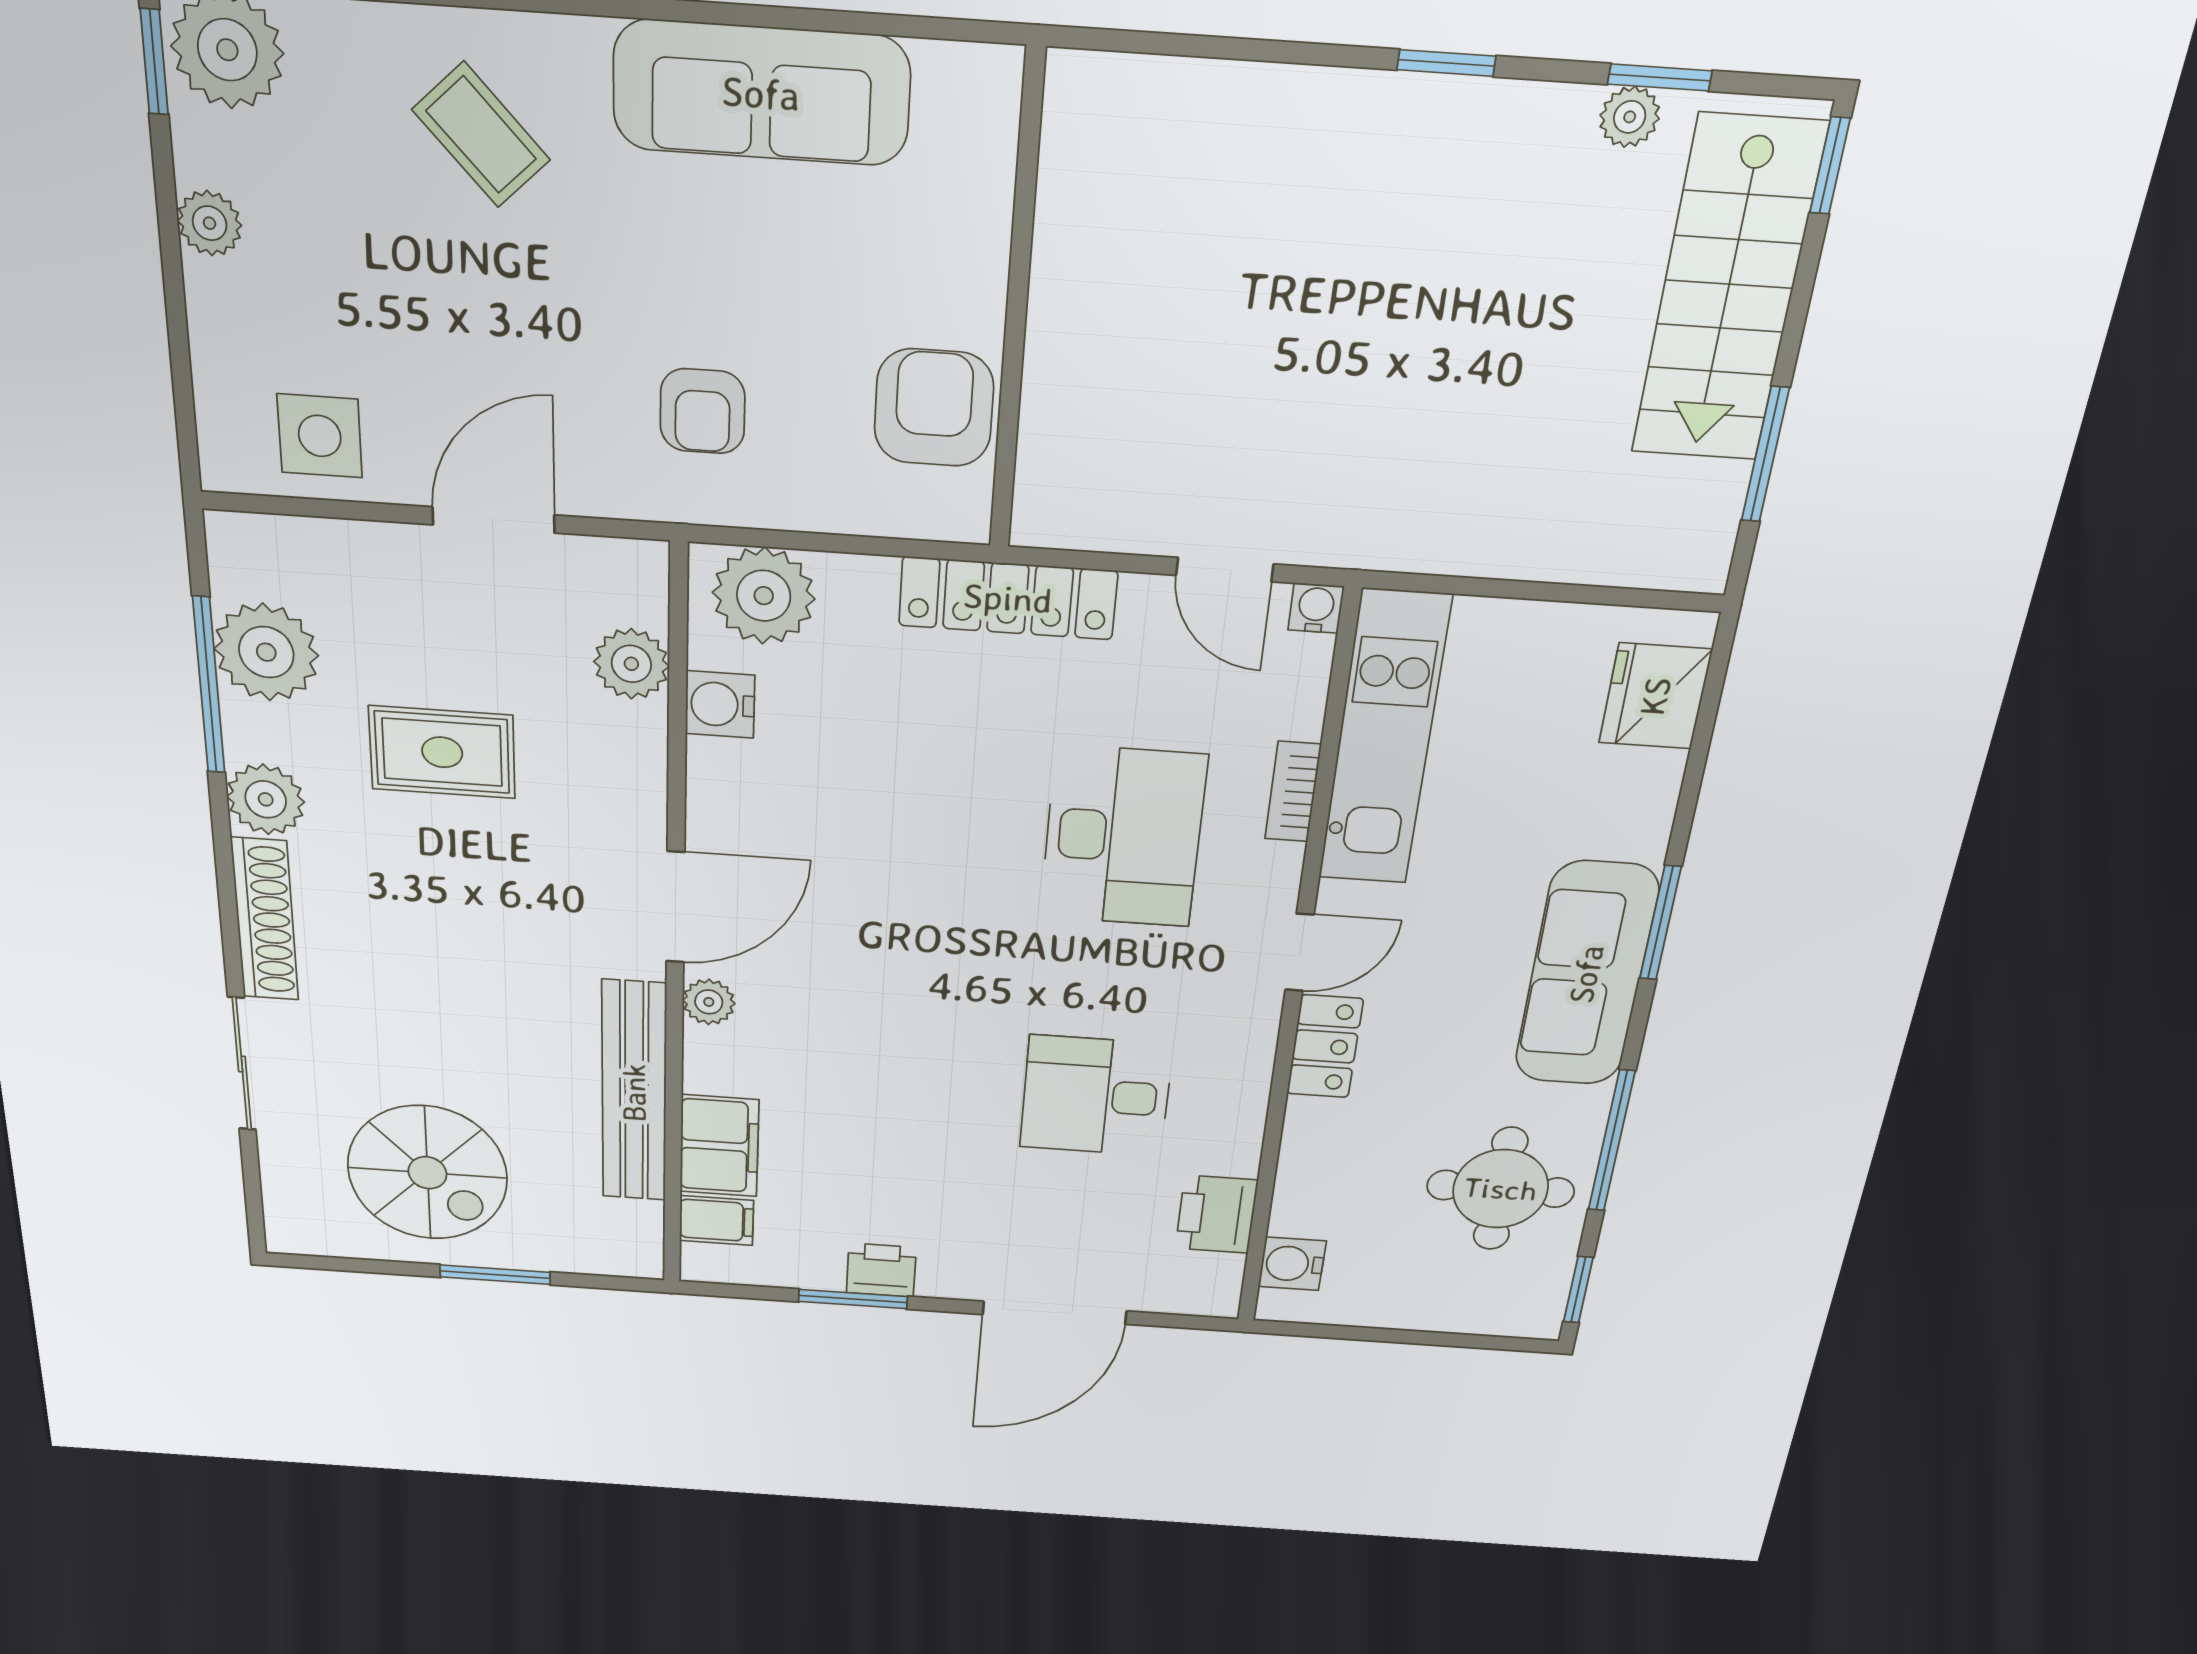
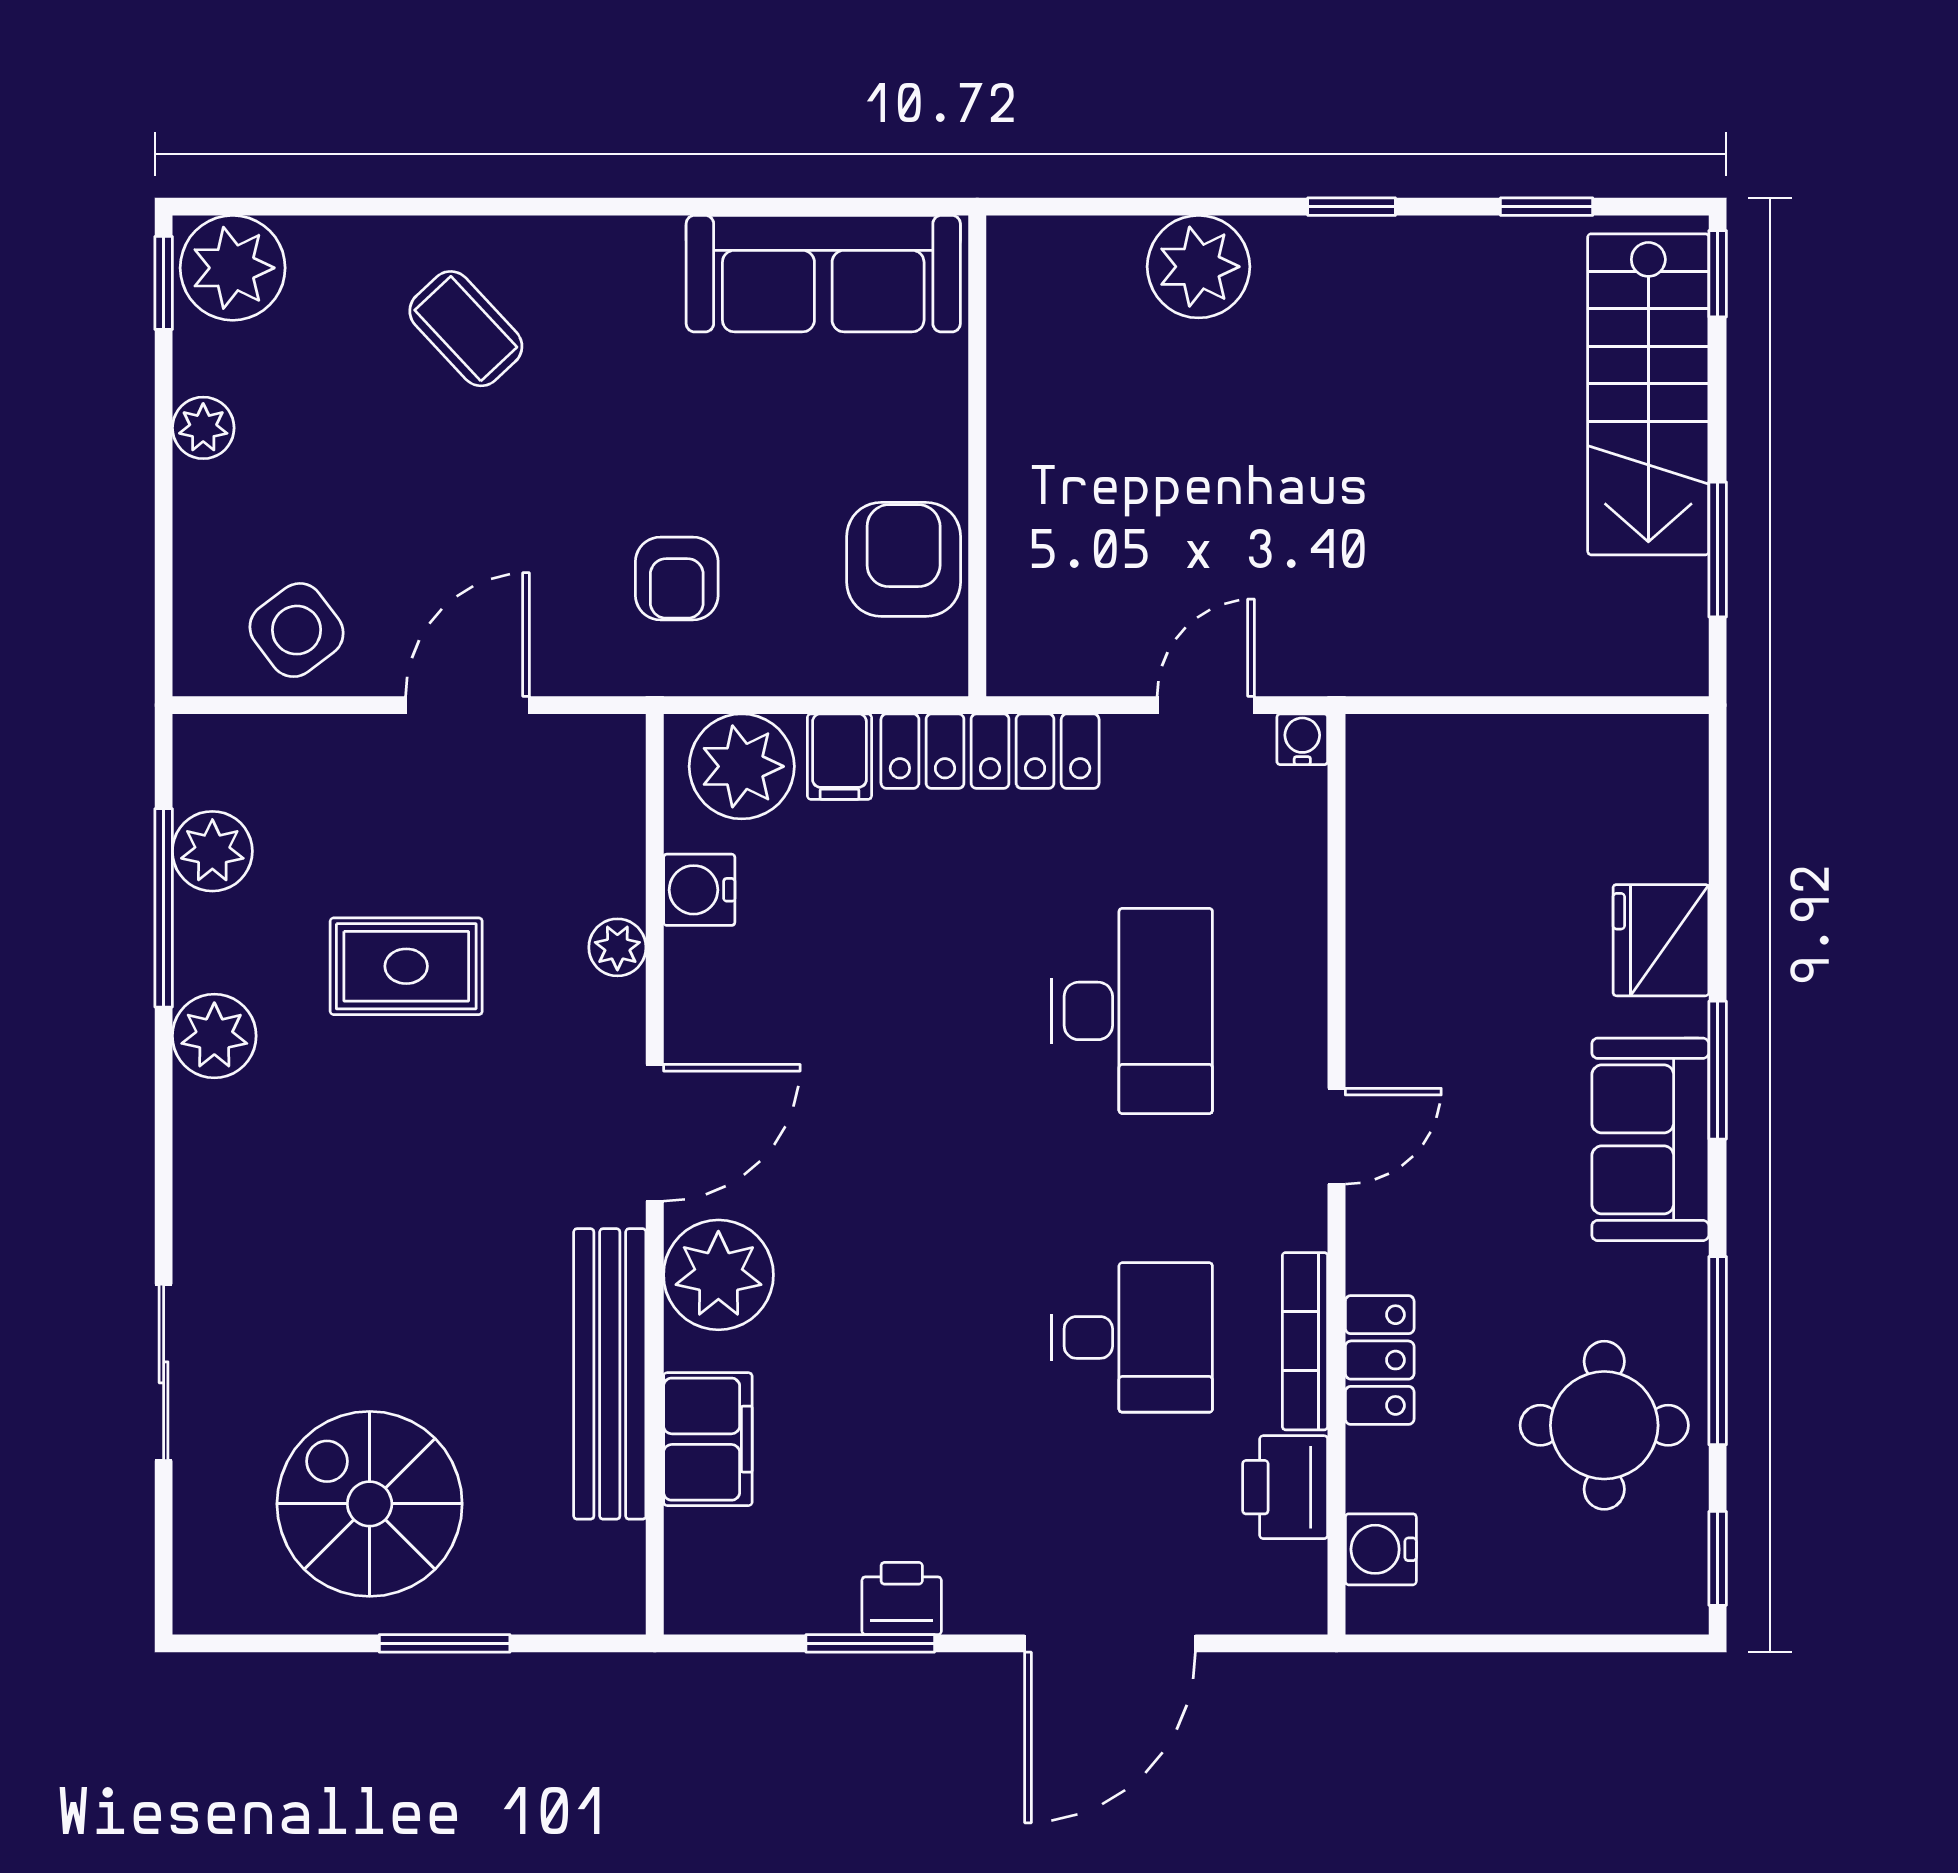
sofa: (761, 93) -> (823, 274), moved
plant: (1630, 117) -> (1199, 267), moved, width x1.87, depth x1.87
side table: (320, 436) -> (297, 630), turned -37
door: (1225, 570) -> (1206, 705), swing flipped
plant: (266, 652) -> (212, 851), width x0.73, depth x0.73
plant: (631, 664) -> (617, 947), moved, width x0.73, depth x0.73
fridge: (1655, 696) -> (1661, 940), moved
kitchen unit: (1384, 739) -> (1392, 878), removed
bookcase: (1293, 792) -> (1305, 1341), moved, width x1.56
shoe rack: (265, 920) -> (203, 1183), removed
sofa: (1586, 974) -> (1650, 1139), width x0.73
plant: (709, 1002) -> (718, 1275), width x1.87, depth x1.87
locker: (1325, 1046) -> (1380, 1360), moved
desk: (1096, 1096) -> (1132, 1337), turned 180
spiral stairs: (427, 1173) -> (370, 1504), turned 180
filing cabinet: (716, 1220) -> (839, 757), moved, turned 90

